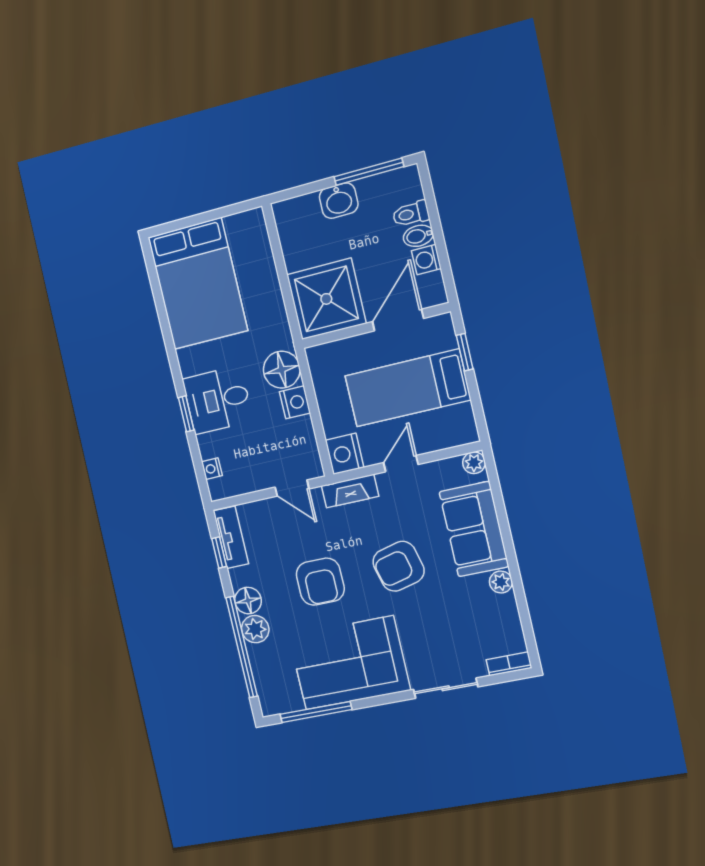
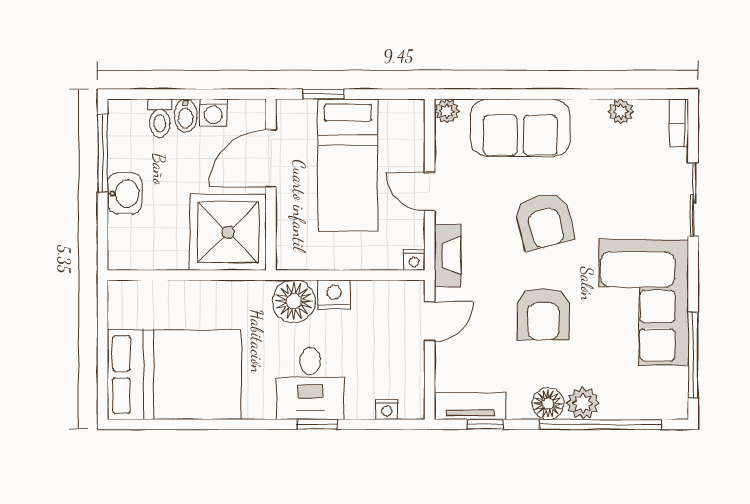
door: (398, 320) -> (271, 158), hinge flipped
nightstand: (345, 454) -> (414, 260), width x0.53, depth x0.56
armchair: (320, 582) -> (543, 314), turned 90
plant: (501, 582) -> (621, 112), moved

